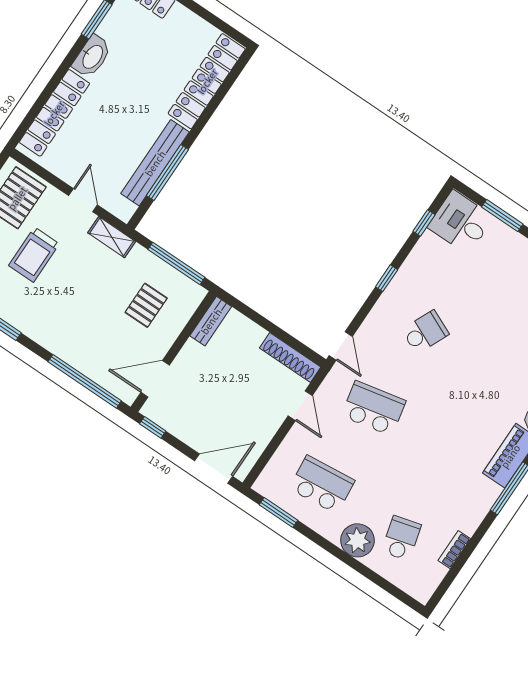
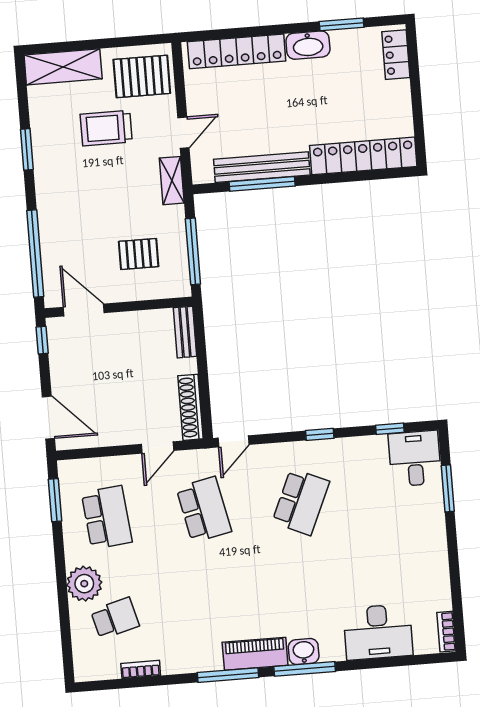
bench: (211, 321) -> (185, 332), moved, turned 90
school desk: (425, 332) -> (301, 502), width x1.85

